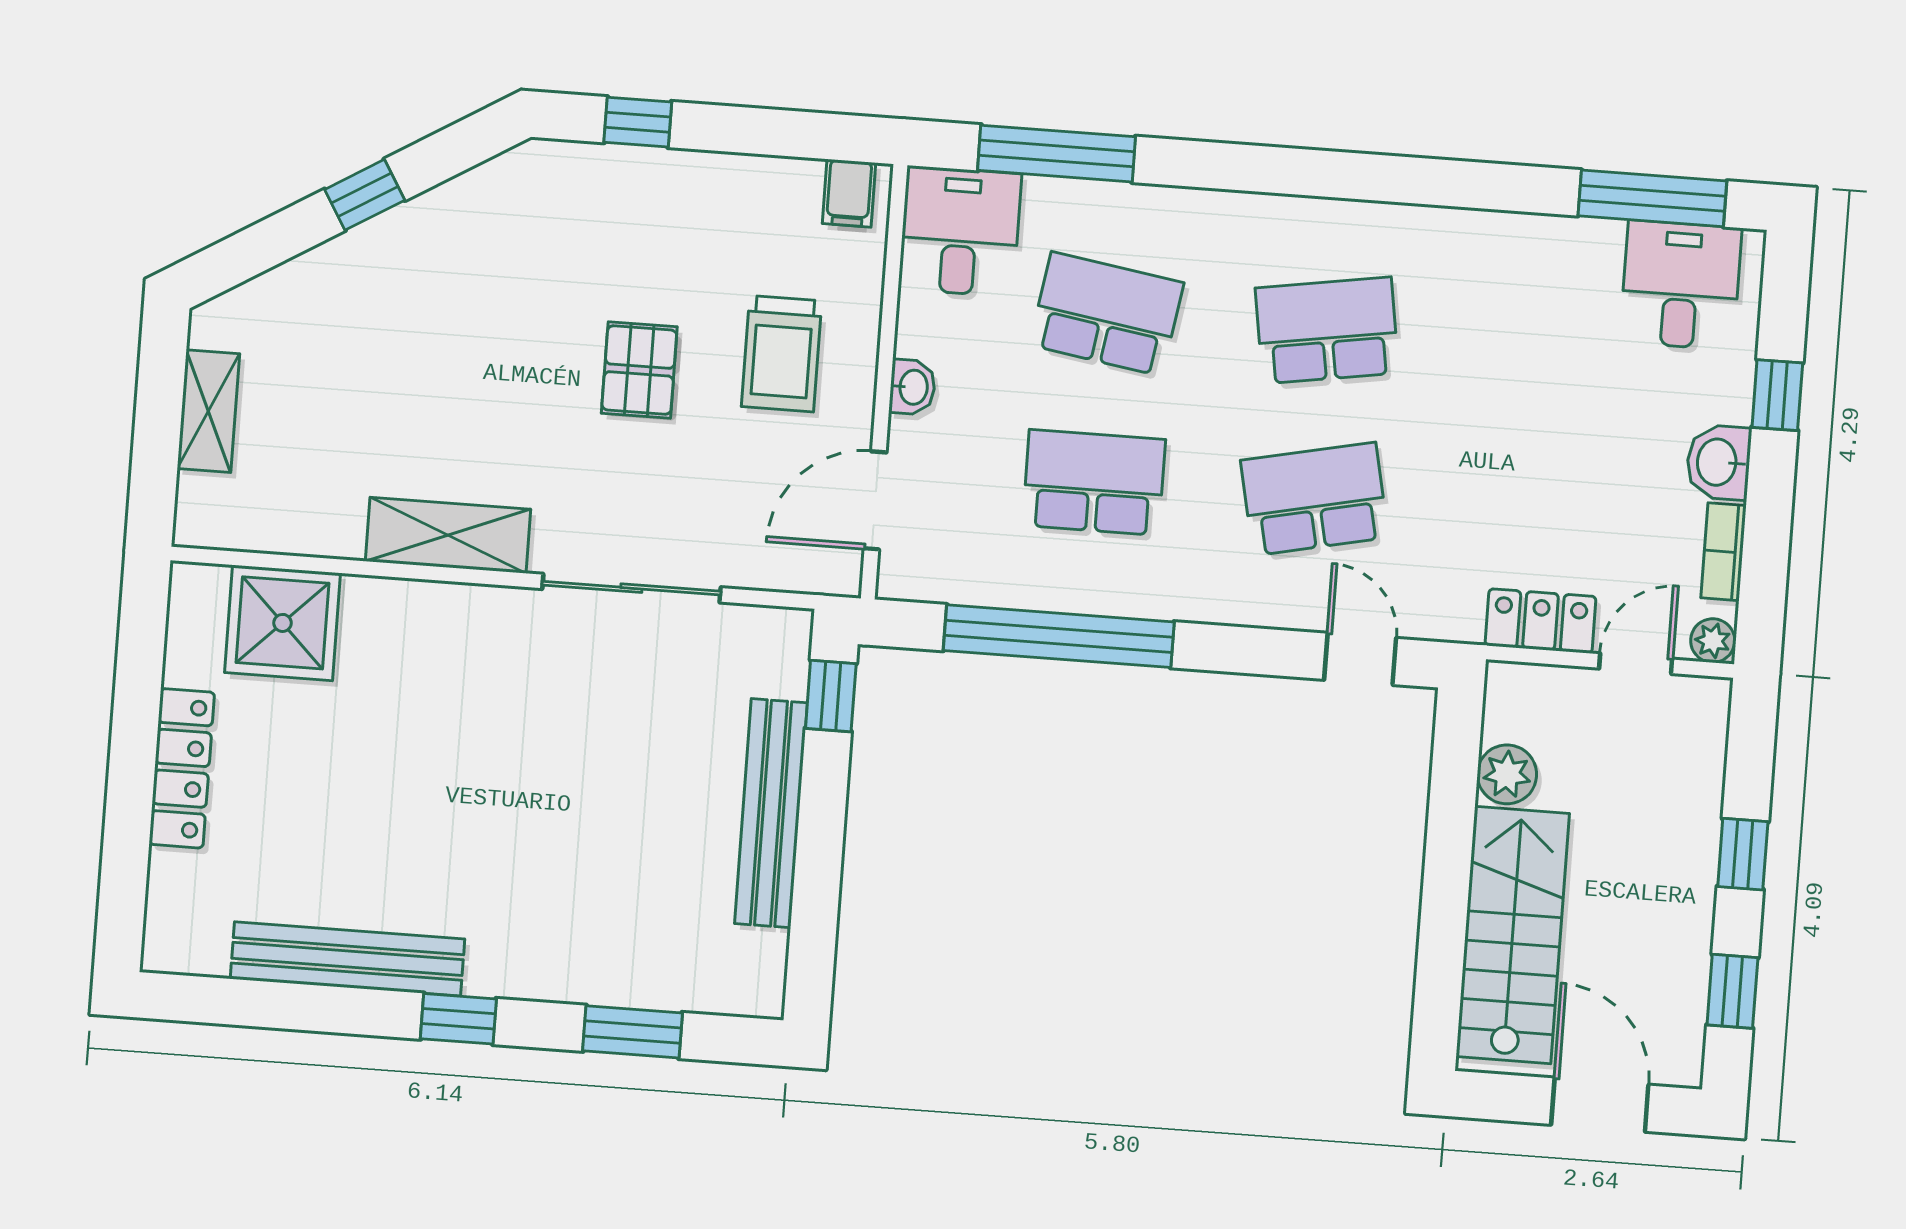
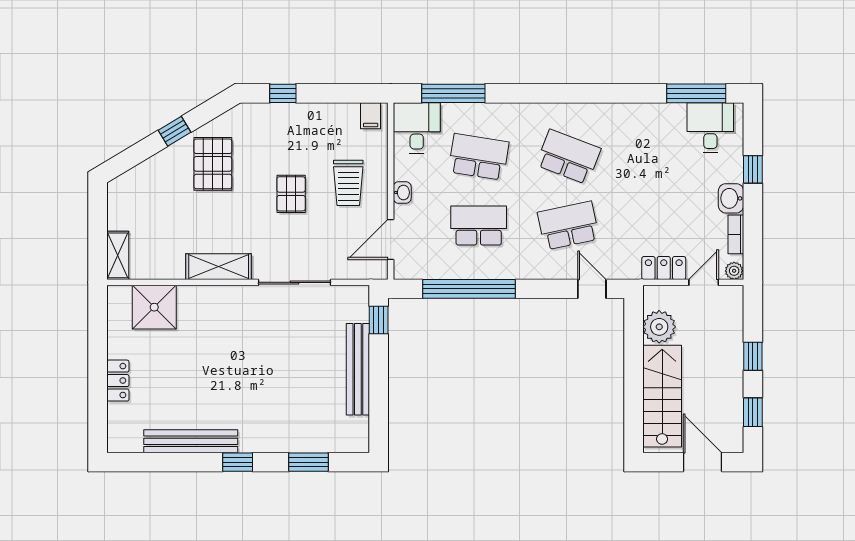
pallet: (453, 282) -> (213, 164), added
school desk: (1327, 330) -> (568, 157), turned 30
shelving: (208, 411) -> (118, 255), moved
locker: (182, 768) -> (118, 381), width x0.66
plant: (1507, 774) -> (659, 327), width x1.36, depth x1.36

